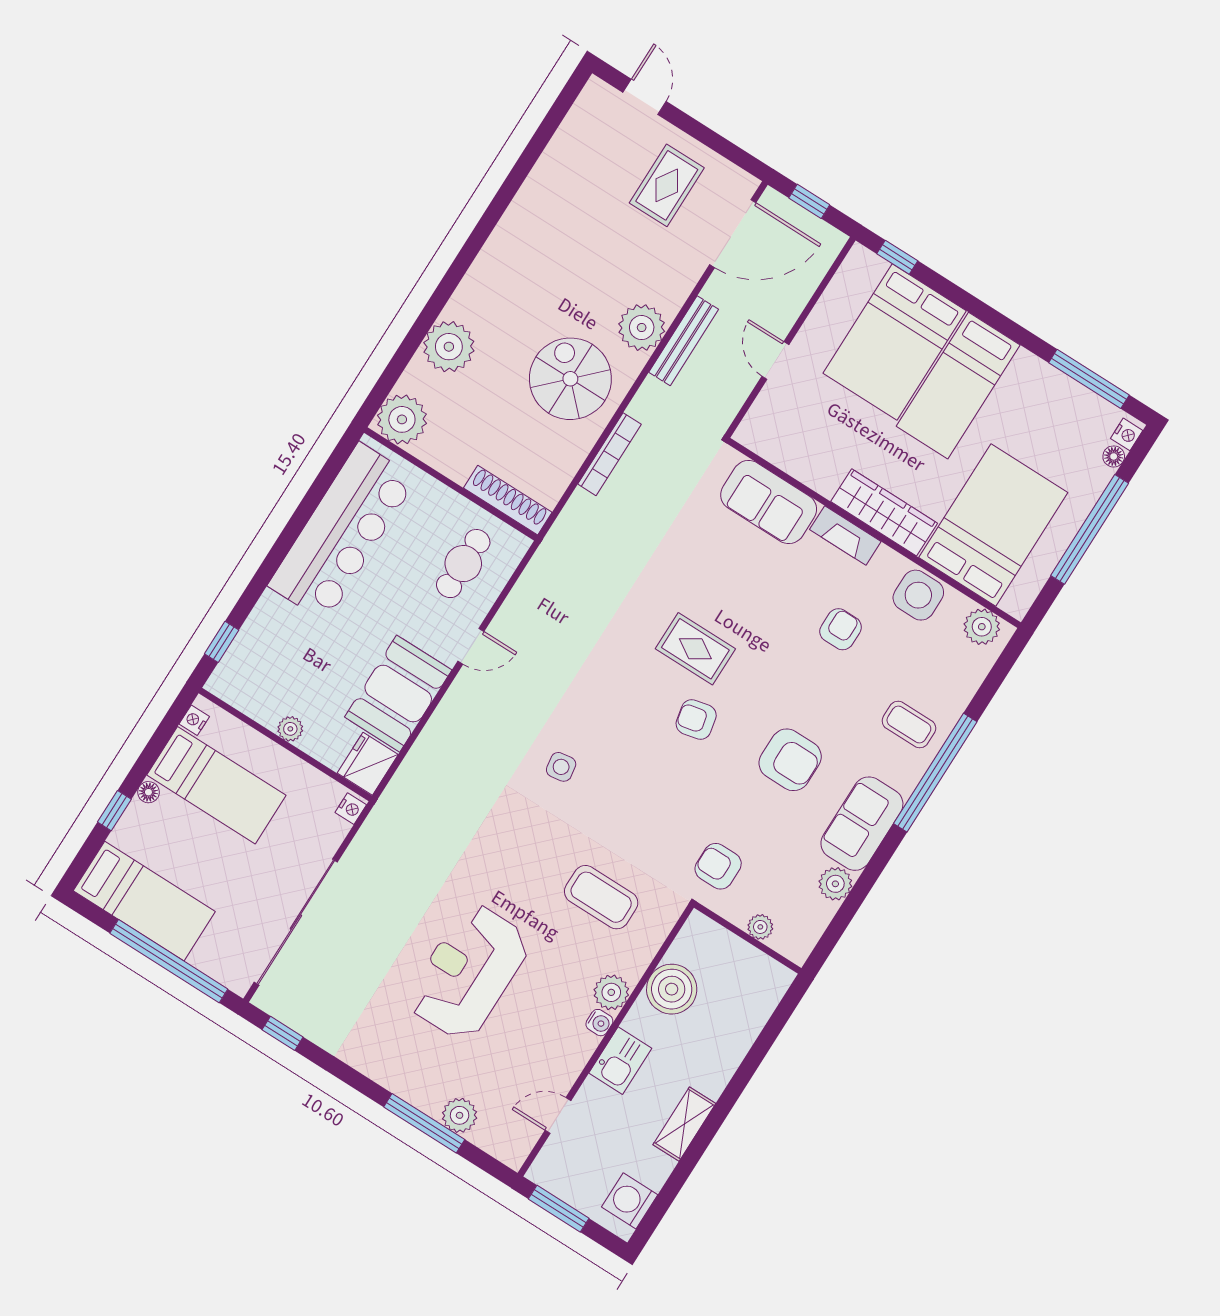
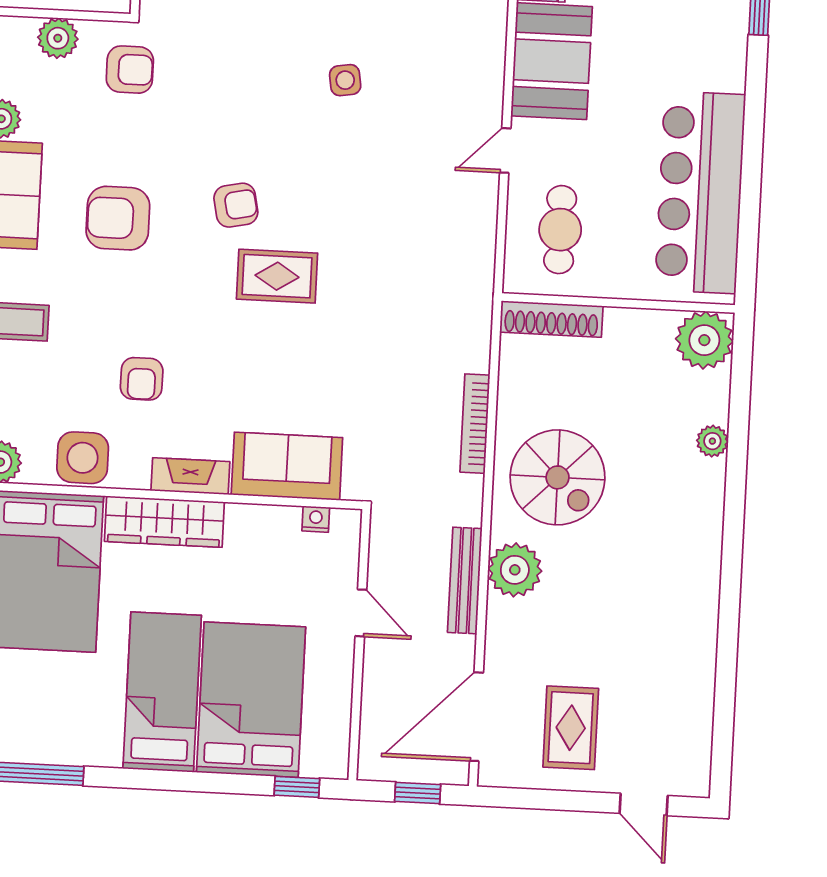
plant: (449, 347) -> (712, 441), width x0.53, depth x0.53
nightstand: (769, 450) -> (316, 519), added
plant: (760, 927) -> (58, 38), width x1.38, depth x1.38

